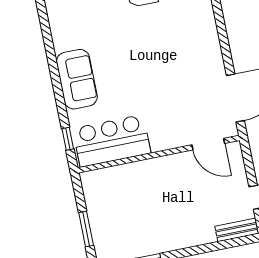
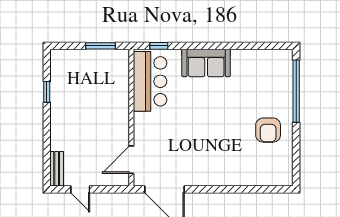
window: (86, 229) -> (100, 46), moved

